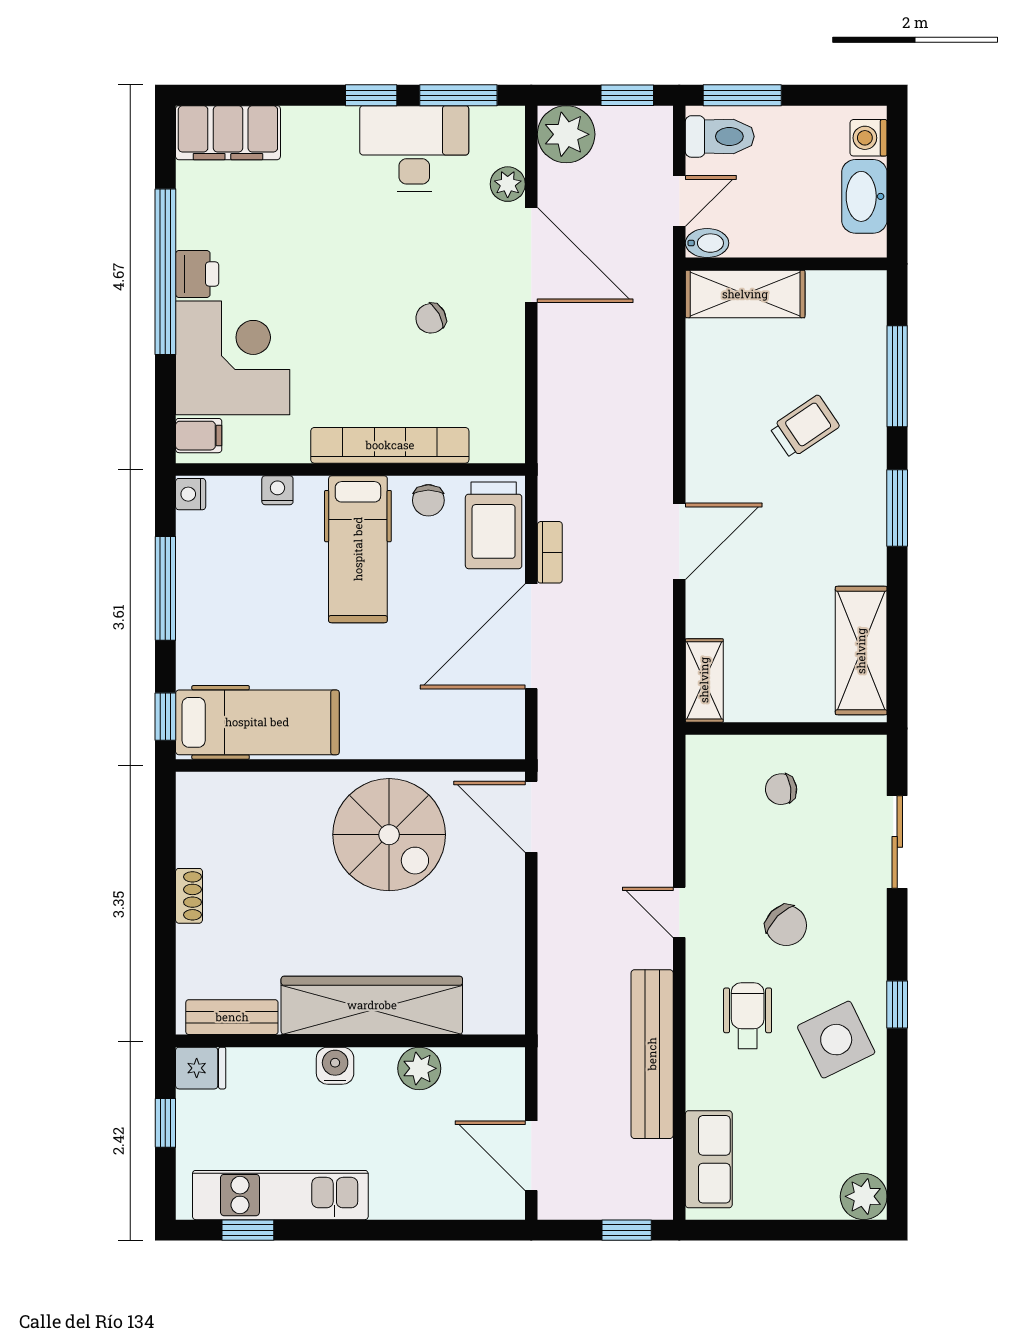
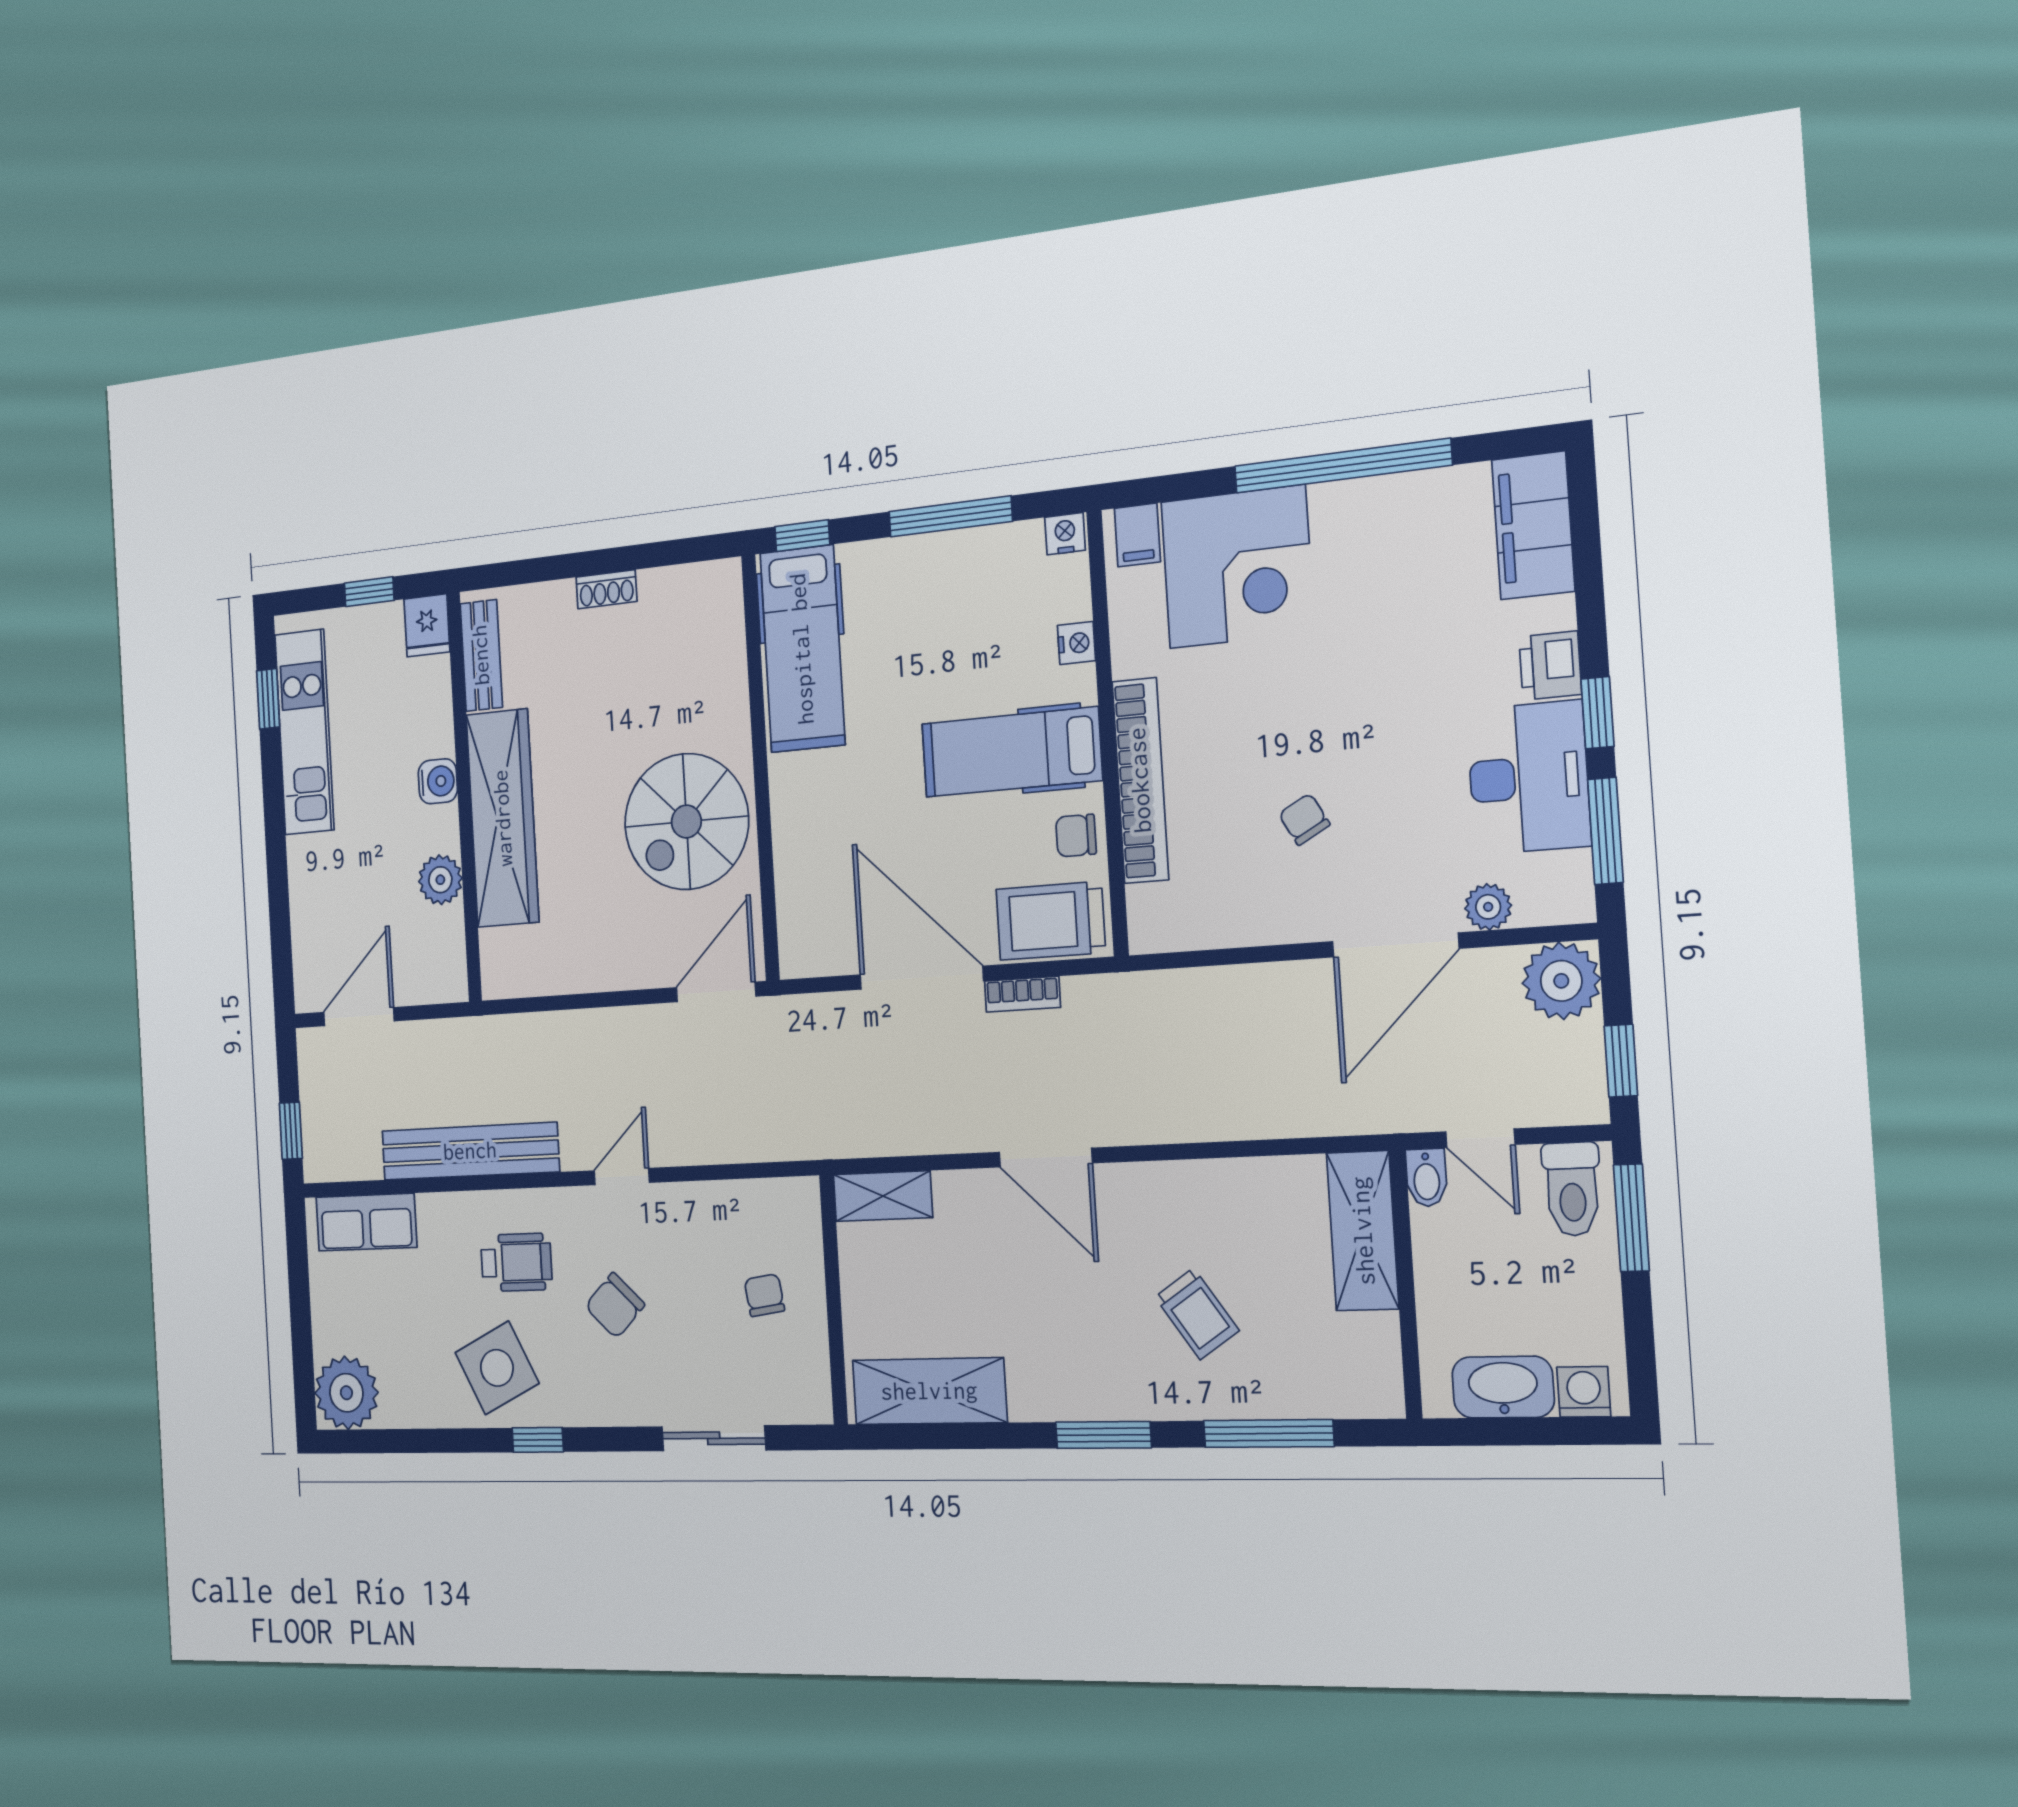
printer: (197, 274) -> (1550, 666), moved, turned 90
plant: (864, 1196) -> (346, 1393), width x1.36, depth x1.36

